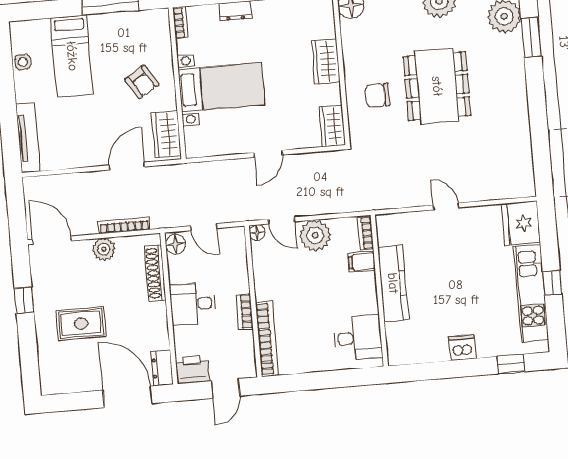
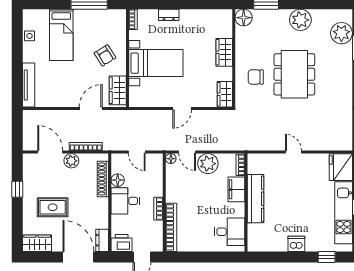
door: (52, 240) -> (50, 152), moved
floor lamp: (175, 244) -> (118, 180), moved
filing cabinet: (362, 262) -> (236, 189), width x2.00
wardrobe: (62, 381) -> (37, 243), added

